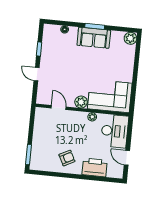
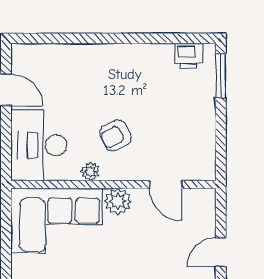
door: (37, 74) -> (221, 252), swing flipped
armchair: (67, 158) -> (115, 135), moved
printer: (95, 167) -> (189, 56), moved, width x0.53, depth x0.68

